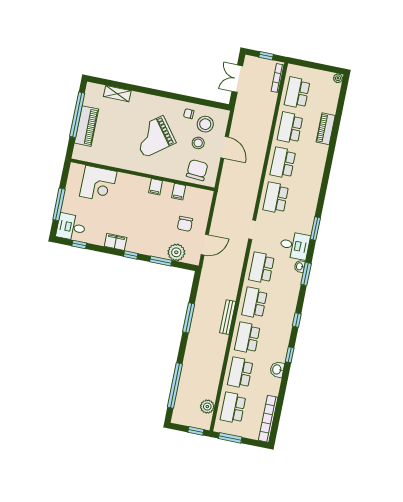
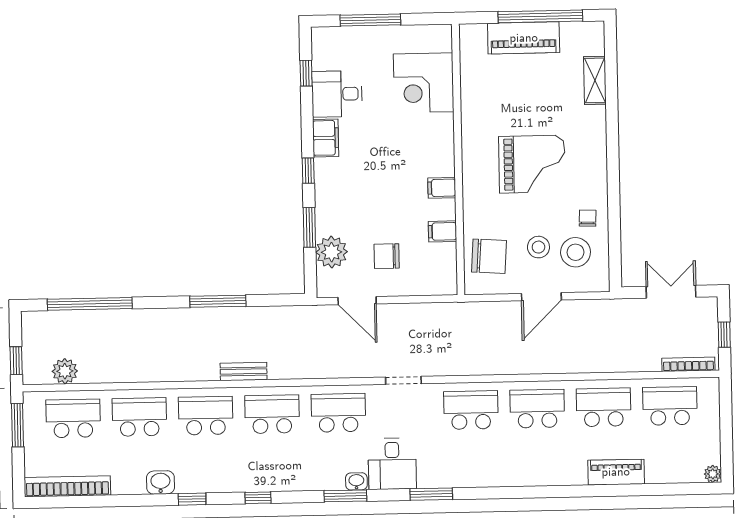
grand piano: (154, 137) -> (532, 164), turned 127
desk: (71, 227) -> (337, 94), moved, turned -90
bench: (228, 317) -> (244, 371), width x0.73

